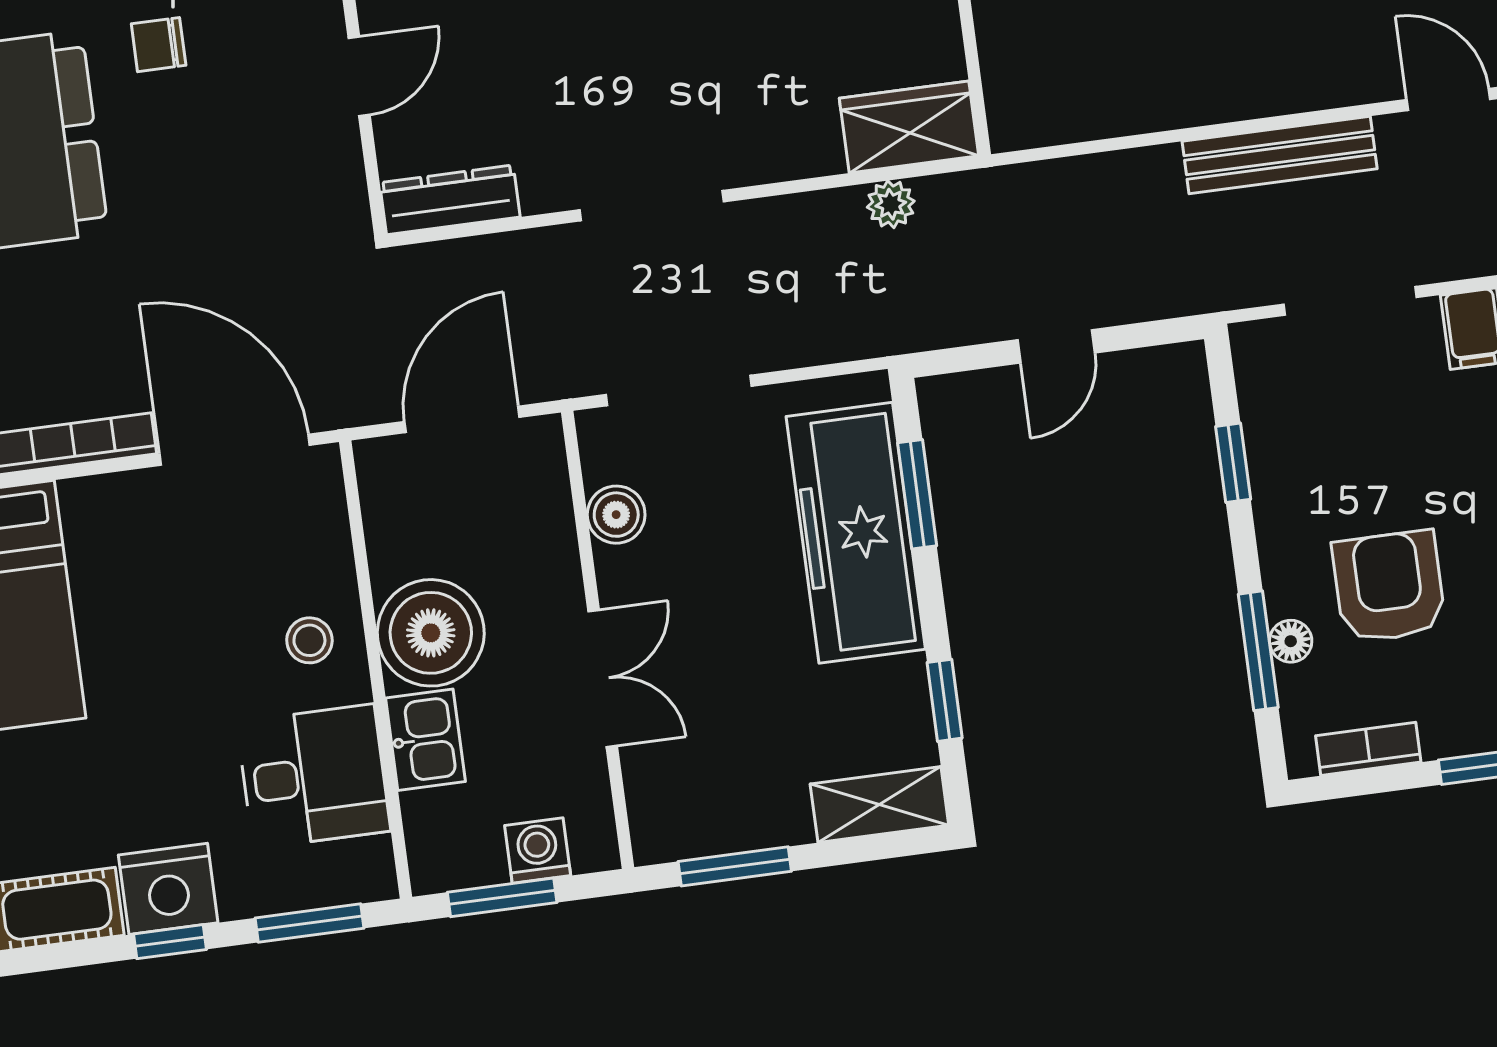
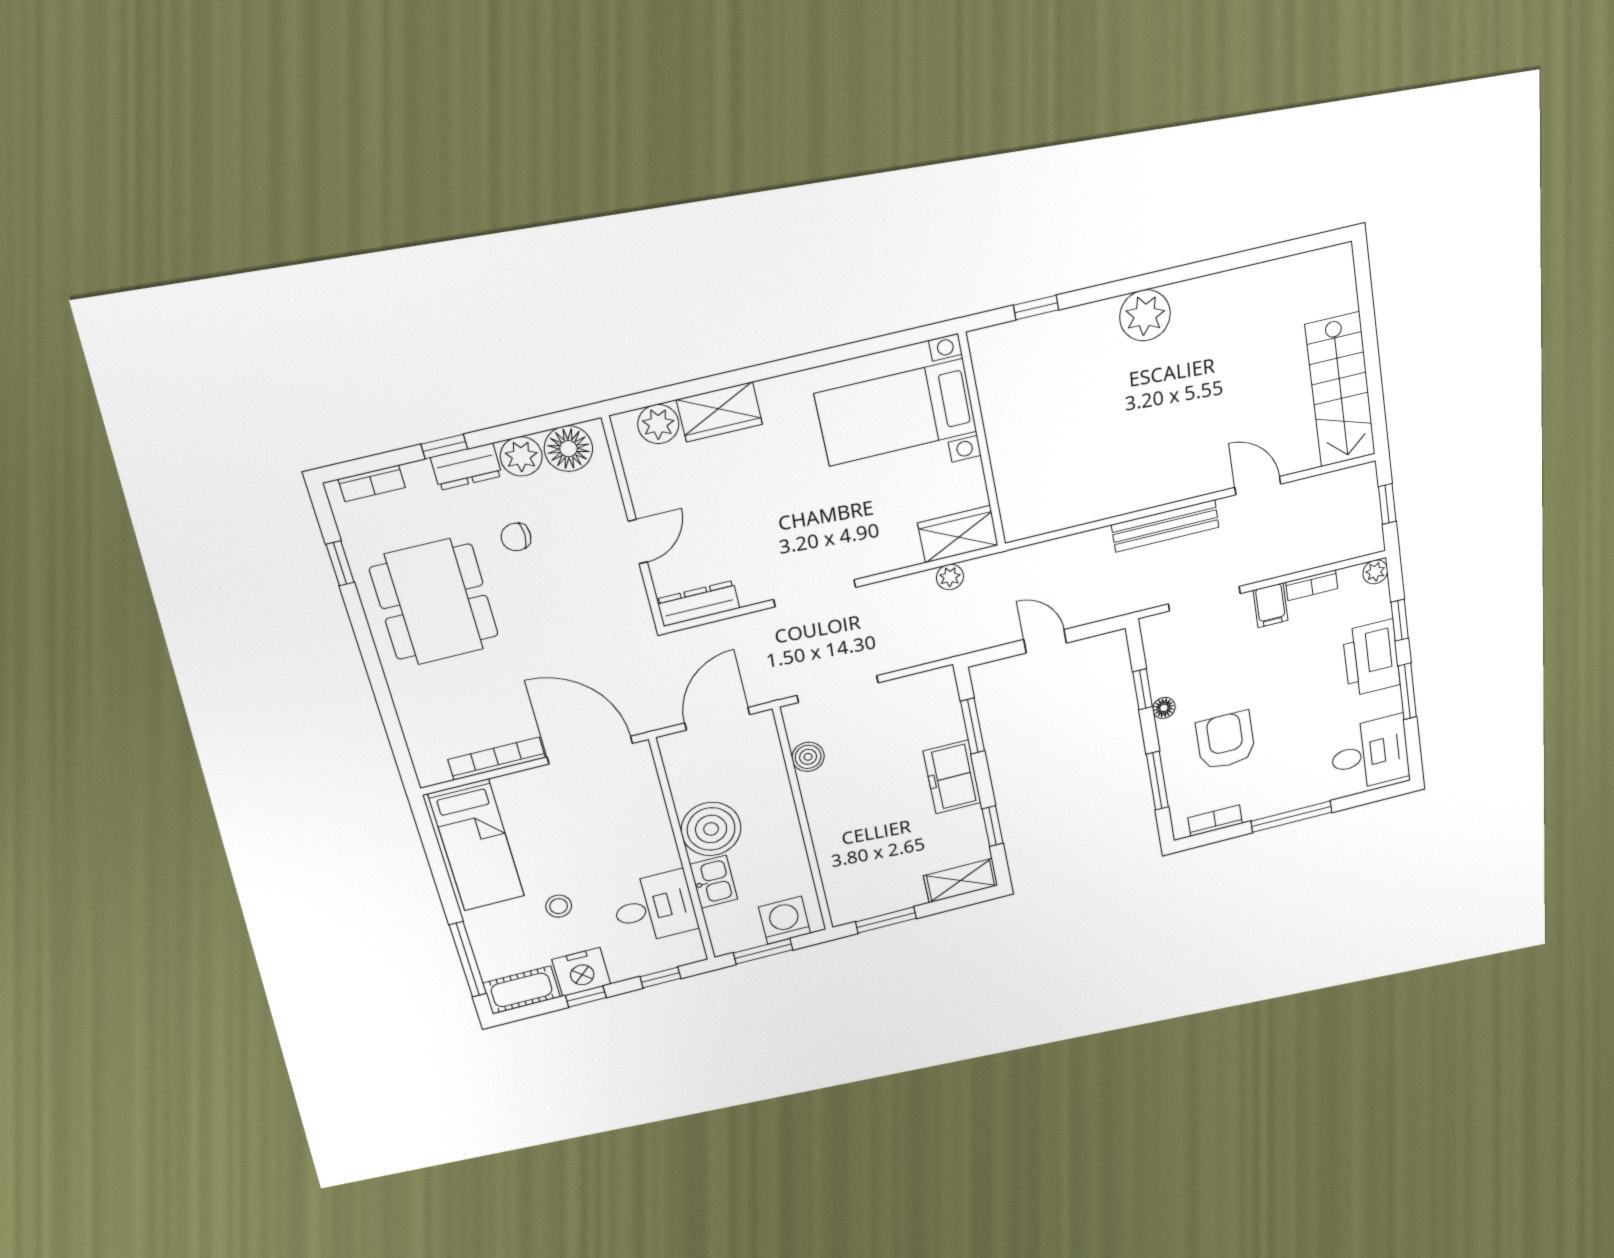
door: (1056, 346) -> (1045, 641), swing flipped
freezer: (856, 533) -> (952, 777), width x0.52, depth x0.79
stool: (309, 640) -> (559, 906), moved
floor lamp: (1291, 641) -> (1164, 708), moved
double door: (603, 678) -> (808, 839), removed
washing machine: (538, 851) -> (785, 920), width x1.38, depth x1.38
window: (309, 923) -> (660, 978), width x0.67

